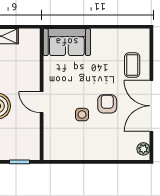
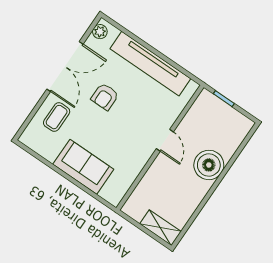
sofa: (67, 42) -> (83, 167), moved
side table: (82, 115) -> (135, 103), removed
tv unit: (91, 151) -> (150, 64), added

